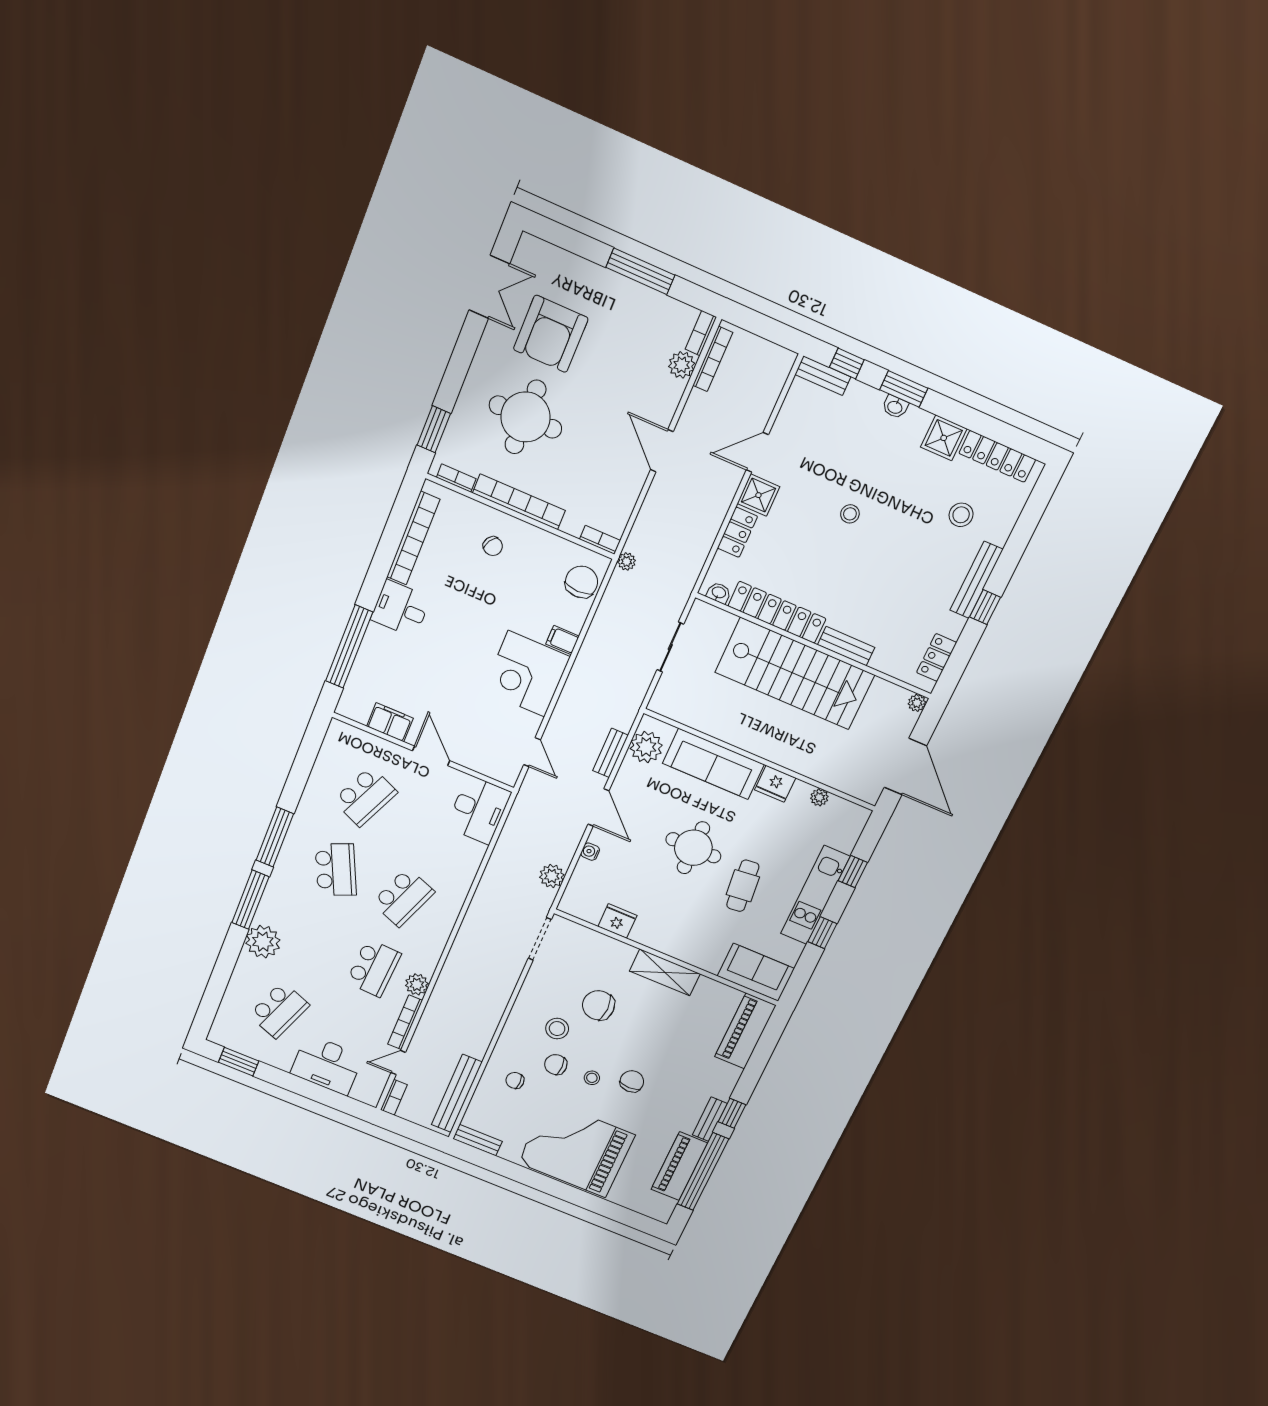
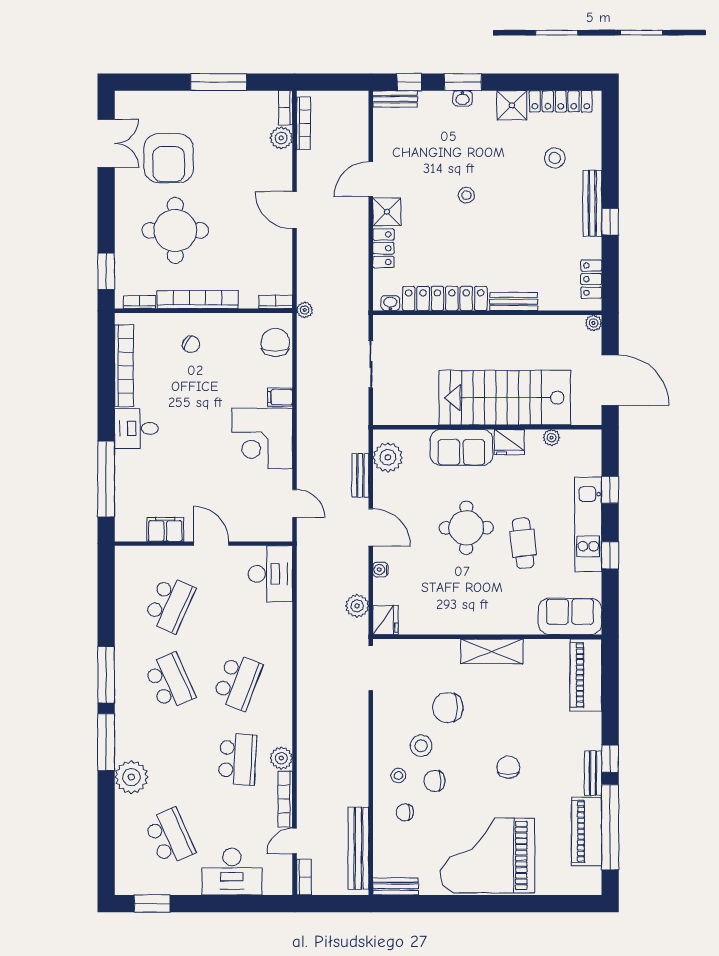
stairs: (795, 674) -> (505, 398), moved, turned 180
sofa: (713, 764) -> (461, 447), width x0.73
fridge: (617, 921) -> (386, 620), moved, turned 90
school desk: (279, 1010) -> (170, 837), turned -45
stool: (592, 1078) -> (398, 776), moved

